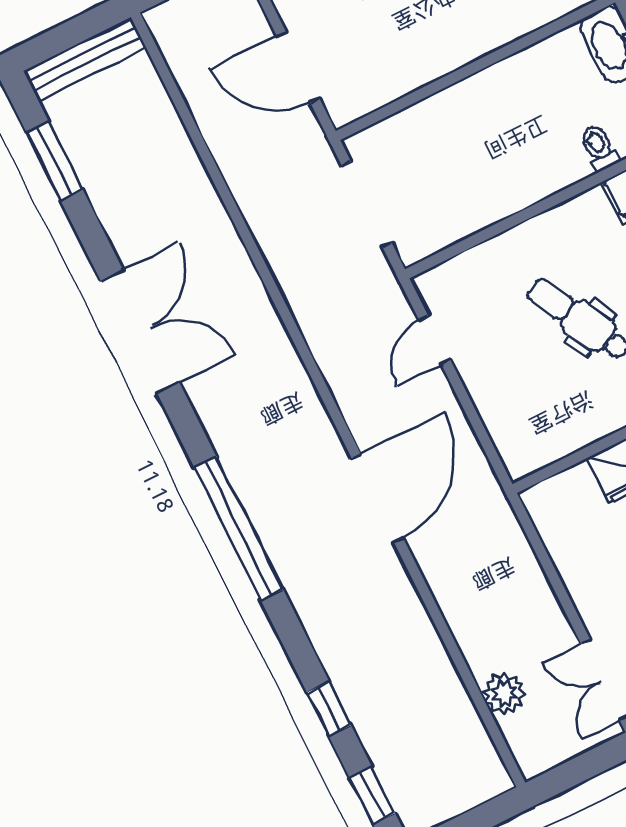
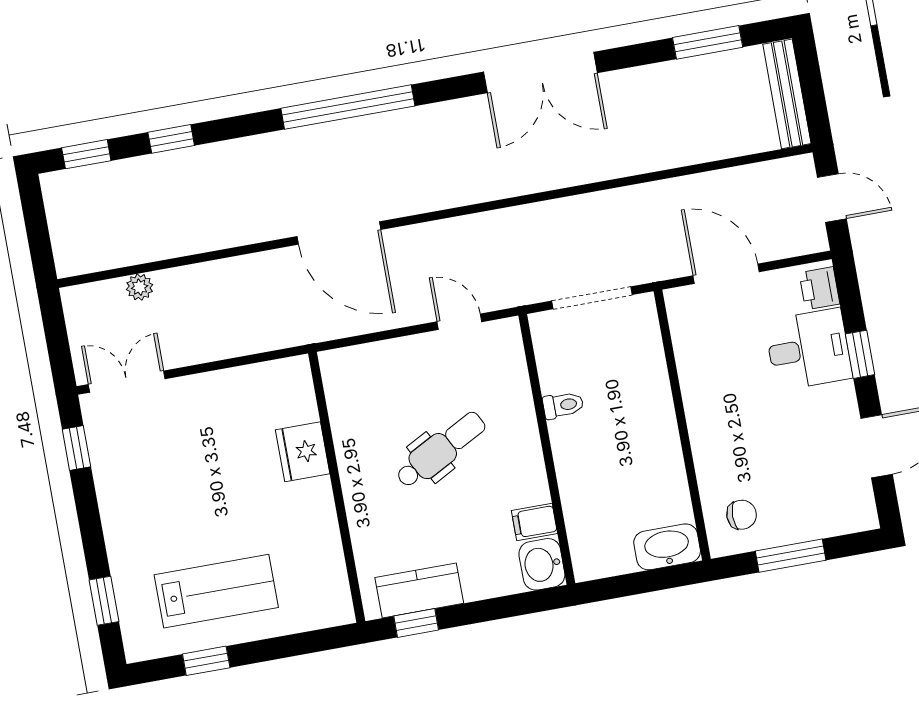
door: (298, 67) -> (726, 274), hinge flipped
toilet: (599, 148) -> (563, 405), moved
plant: (504, 693) -> (140, 287), width x0.73, depth x0.73

